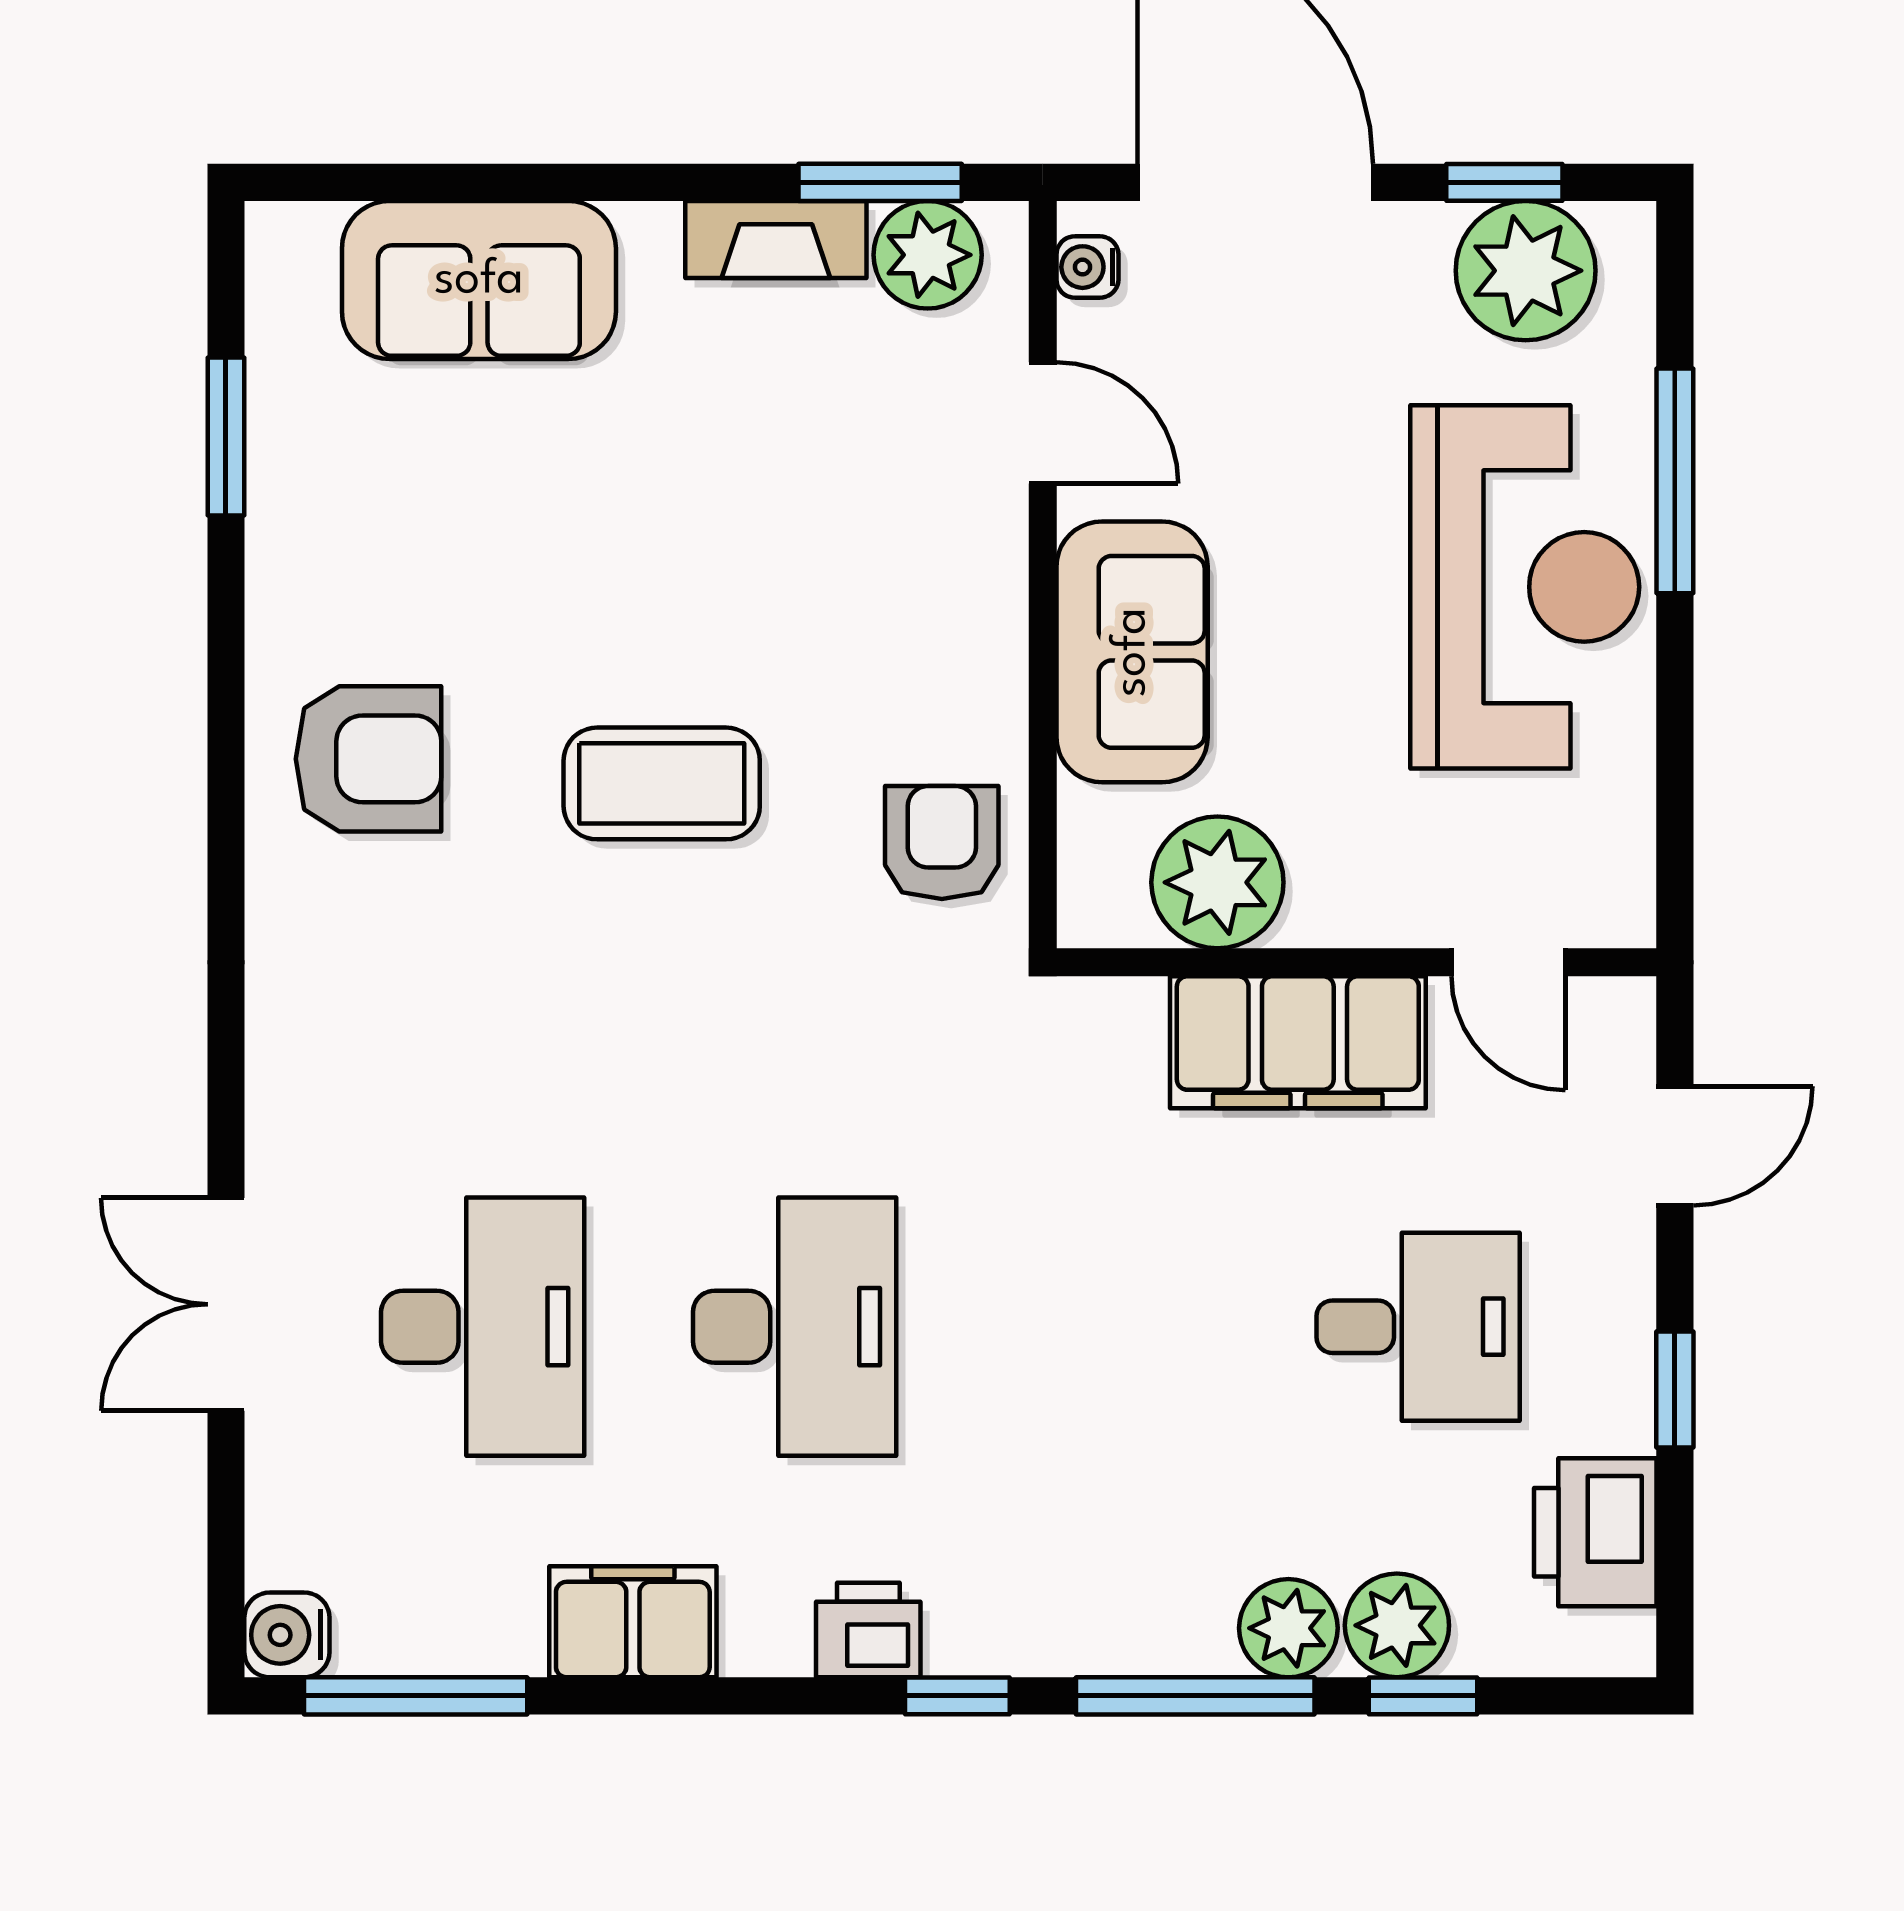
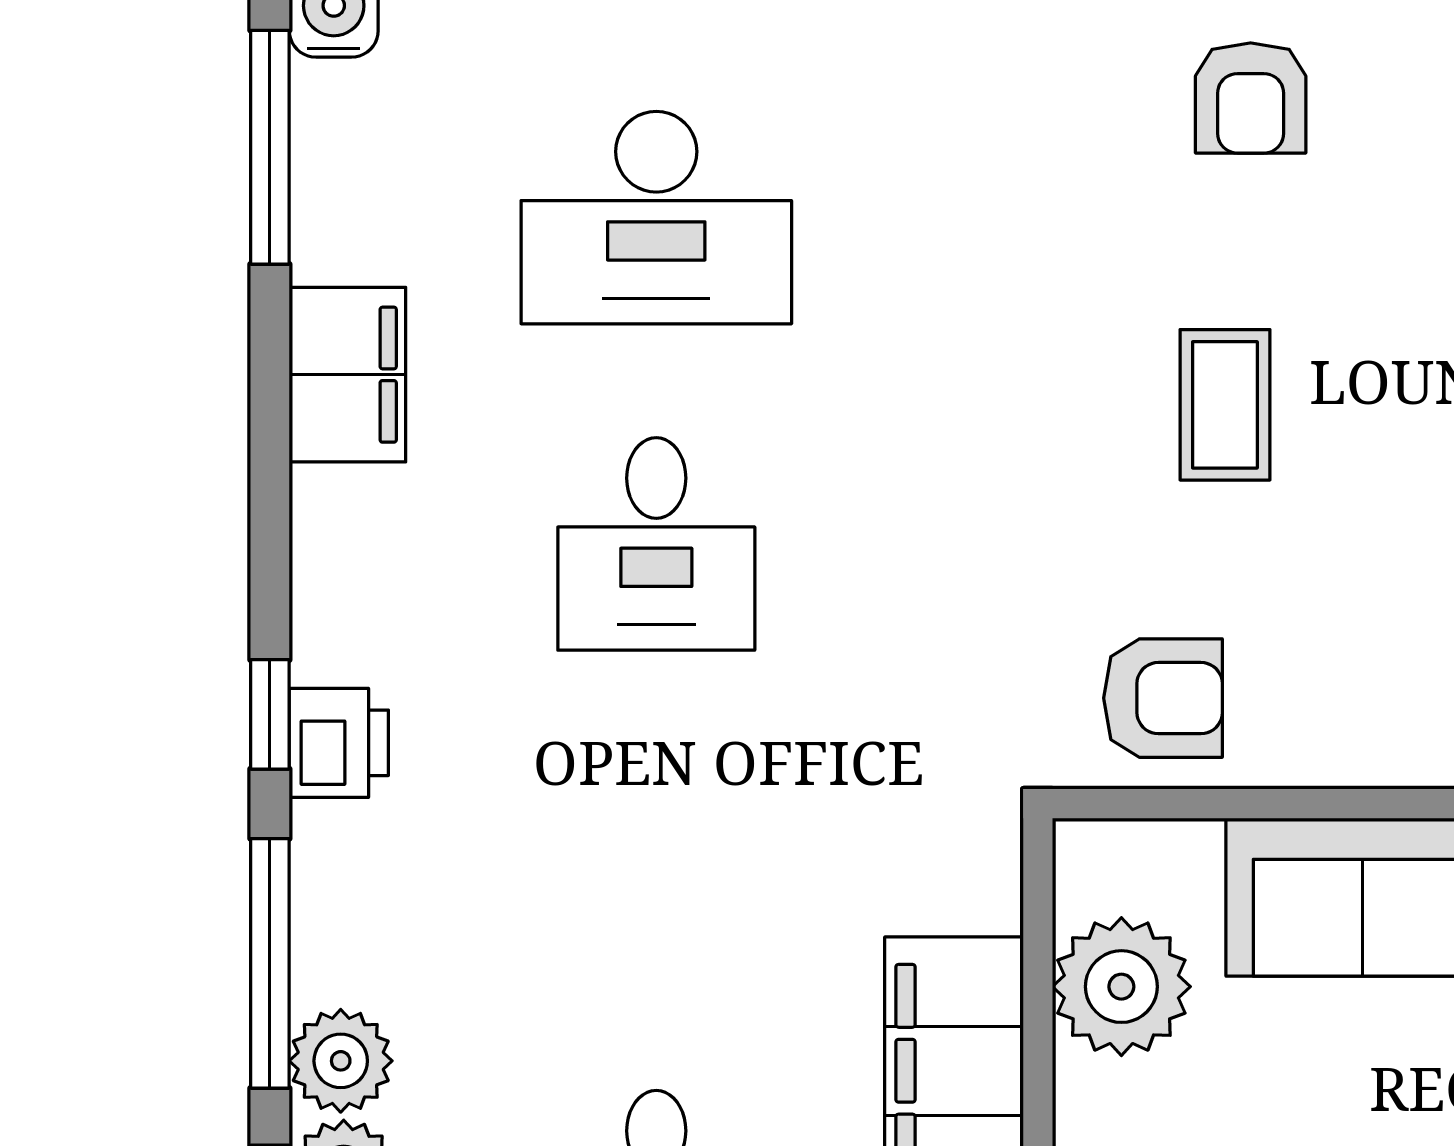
armchair: (368, 759) -> (1251, 98), width x0.72, depth x0.72
coffee table: (662, 783) -> (1225, 405), width x0.73, depth x0.77
desk: (795, 1327) -> (656, 544), width x0.73
printer: (868, 1630) -> (339, 743), moved

